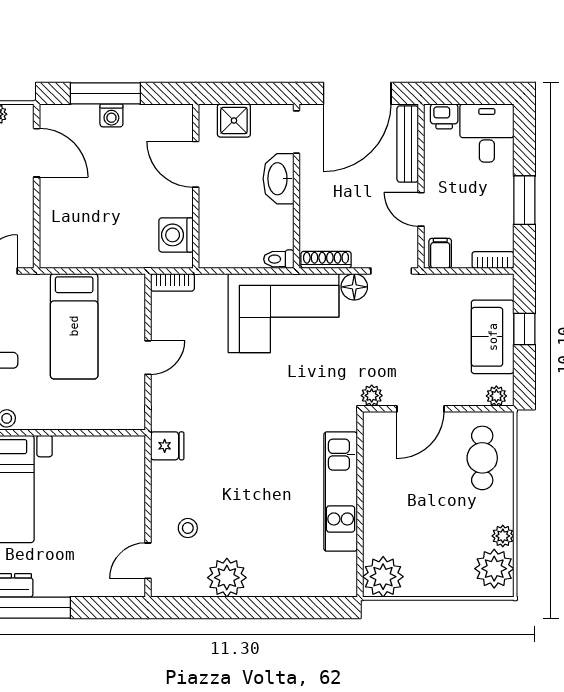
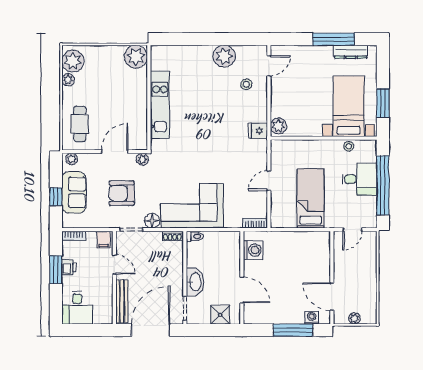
washing machine: (111, 115) -> (312, 318), moved
printer: (444, 116) -> (69, 267), moved, turned 90
shoe rack: (326, 260) -> (172, 236), width x0.70
armchair: (408, 335) -> (122, 193), added
plant: (131, 454) -> (278, 126), added

